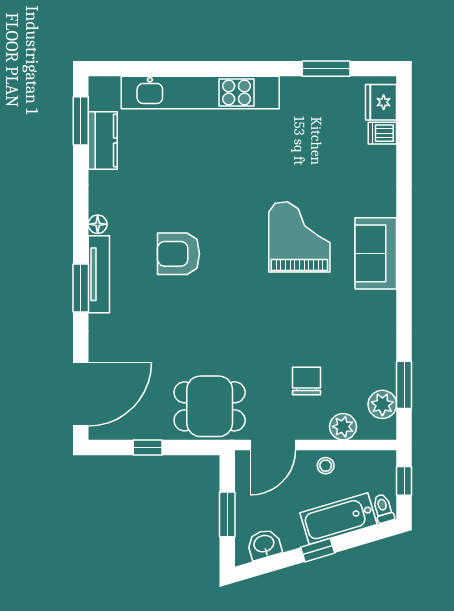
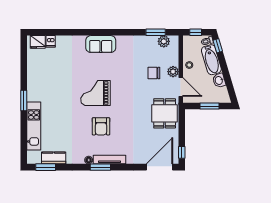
window: (326, 69) -> (24, 101), moved
kitchen unit: (200, 92) -> (34, 126), width x0.73
grand piano: (299, 237) -> (95, 93), moved
window: (81, 288) -> (100, 167), moved
door: (81, 394) -> (160, 167), hinge flipped
plant: (343, 427) -> (173, 72), moved
window: (148, 448) -> (182, 152), moved
washbasin: (264, 544) -> (219, 80), moved
window: (318, 550) -> (218, 46), moved

